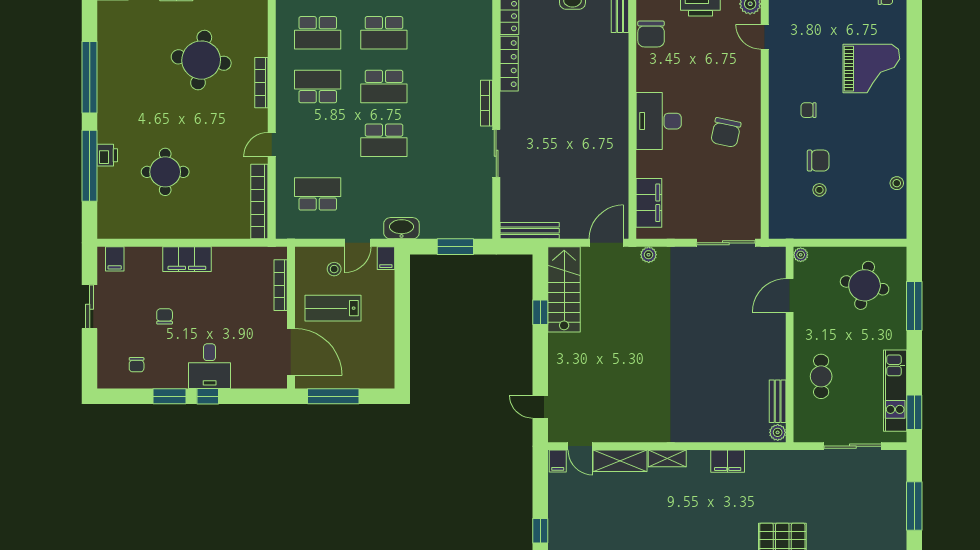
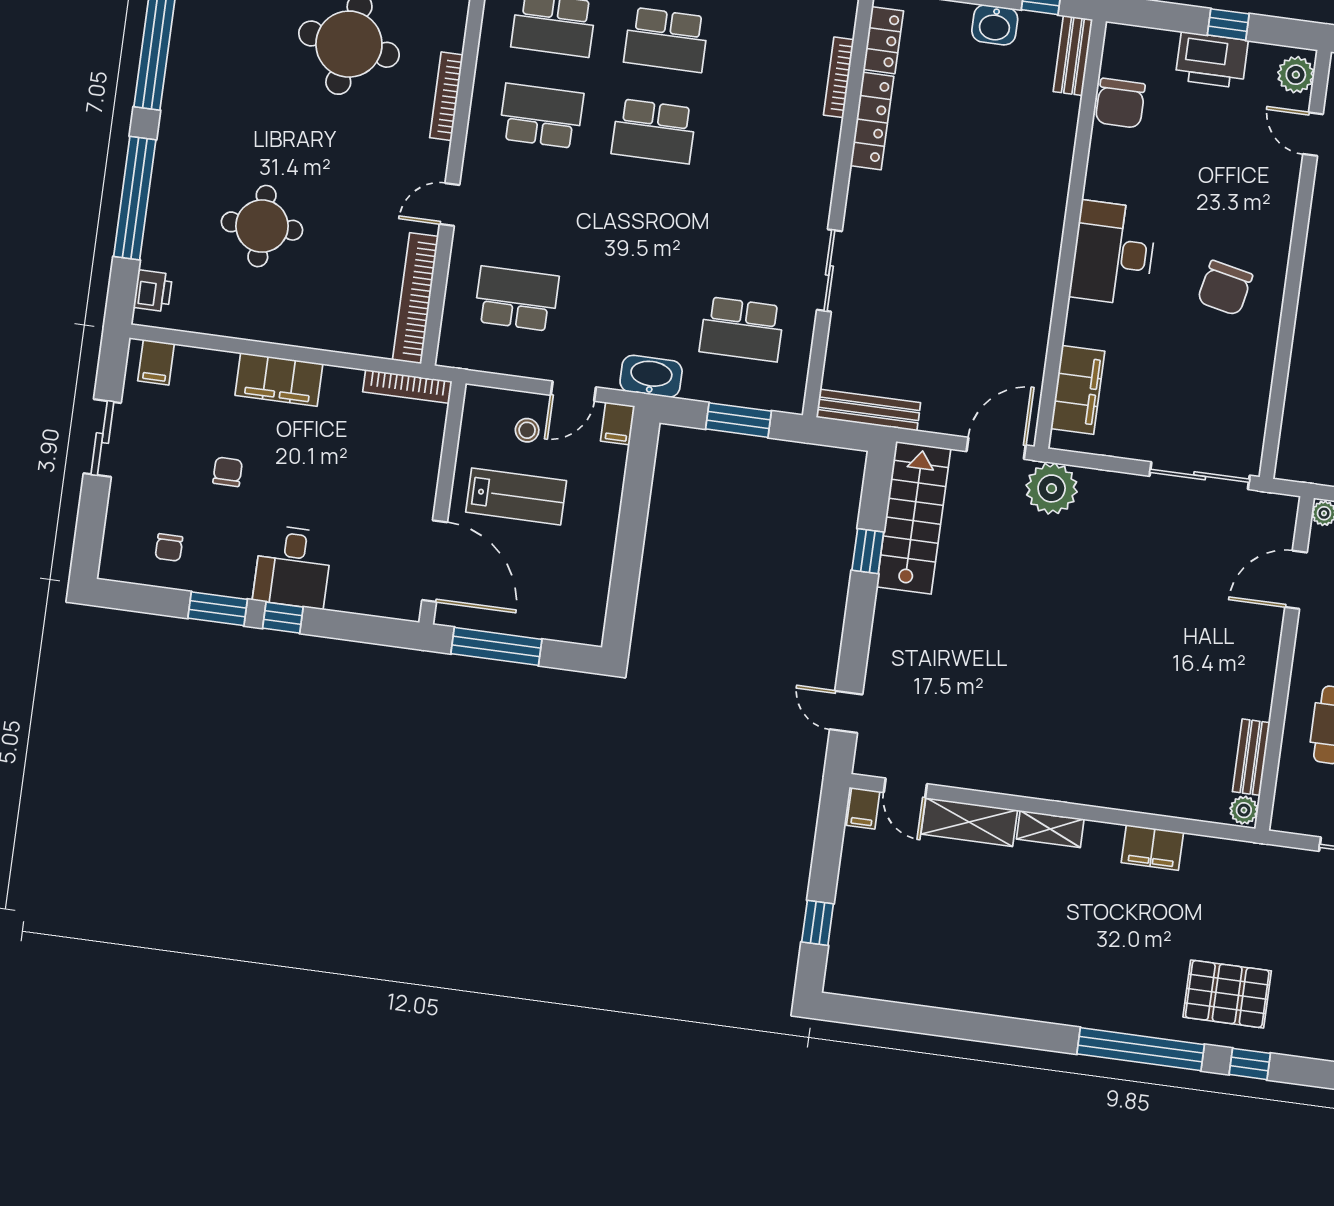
bookcase: (486, 103) -> (839, 77), moved
school desk: (384, 140) -> (742, 329), moved
printer: (107, 155) -> (153, 291), moved
plant: (649, 255) -> (1052, 488), width x1.88, depth x1.88
bookcase: (281, 285) -> (407, 387), moved, turned -90
lab bench: (333, 308) -> (516, 496), turned 180

